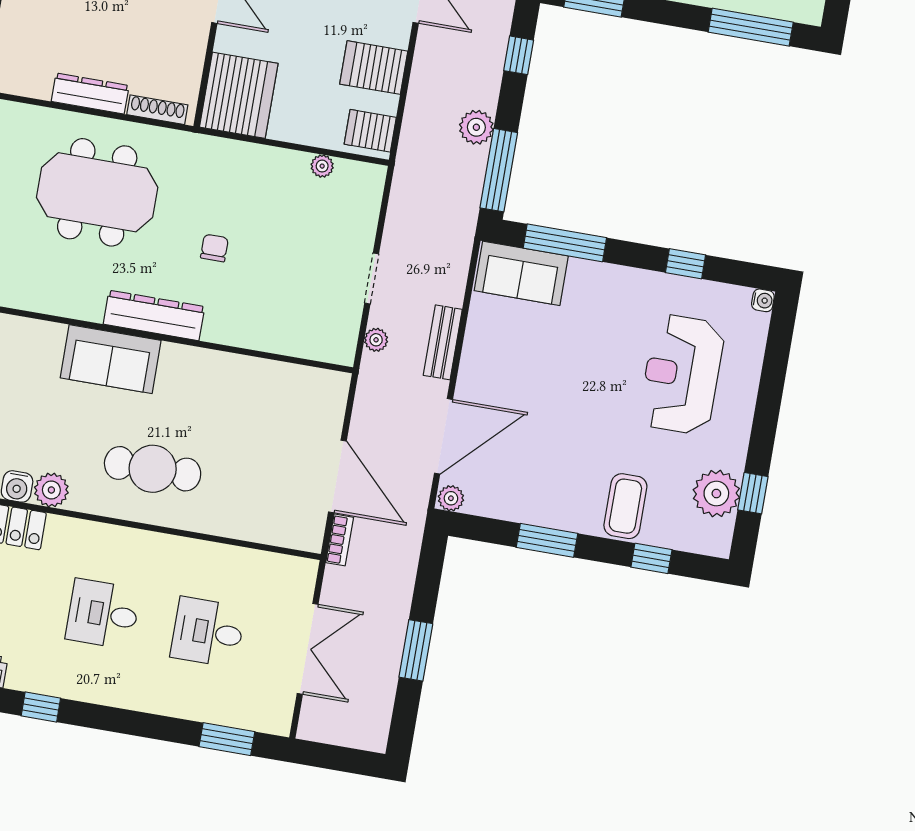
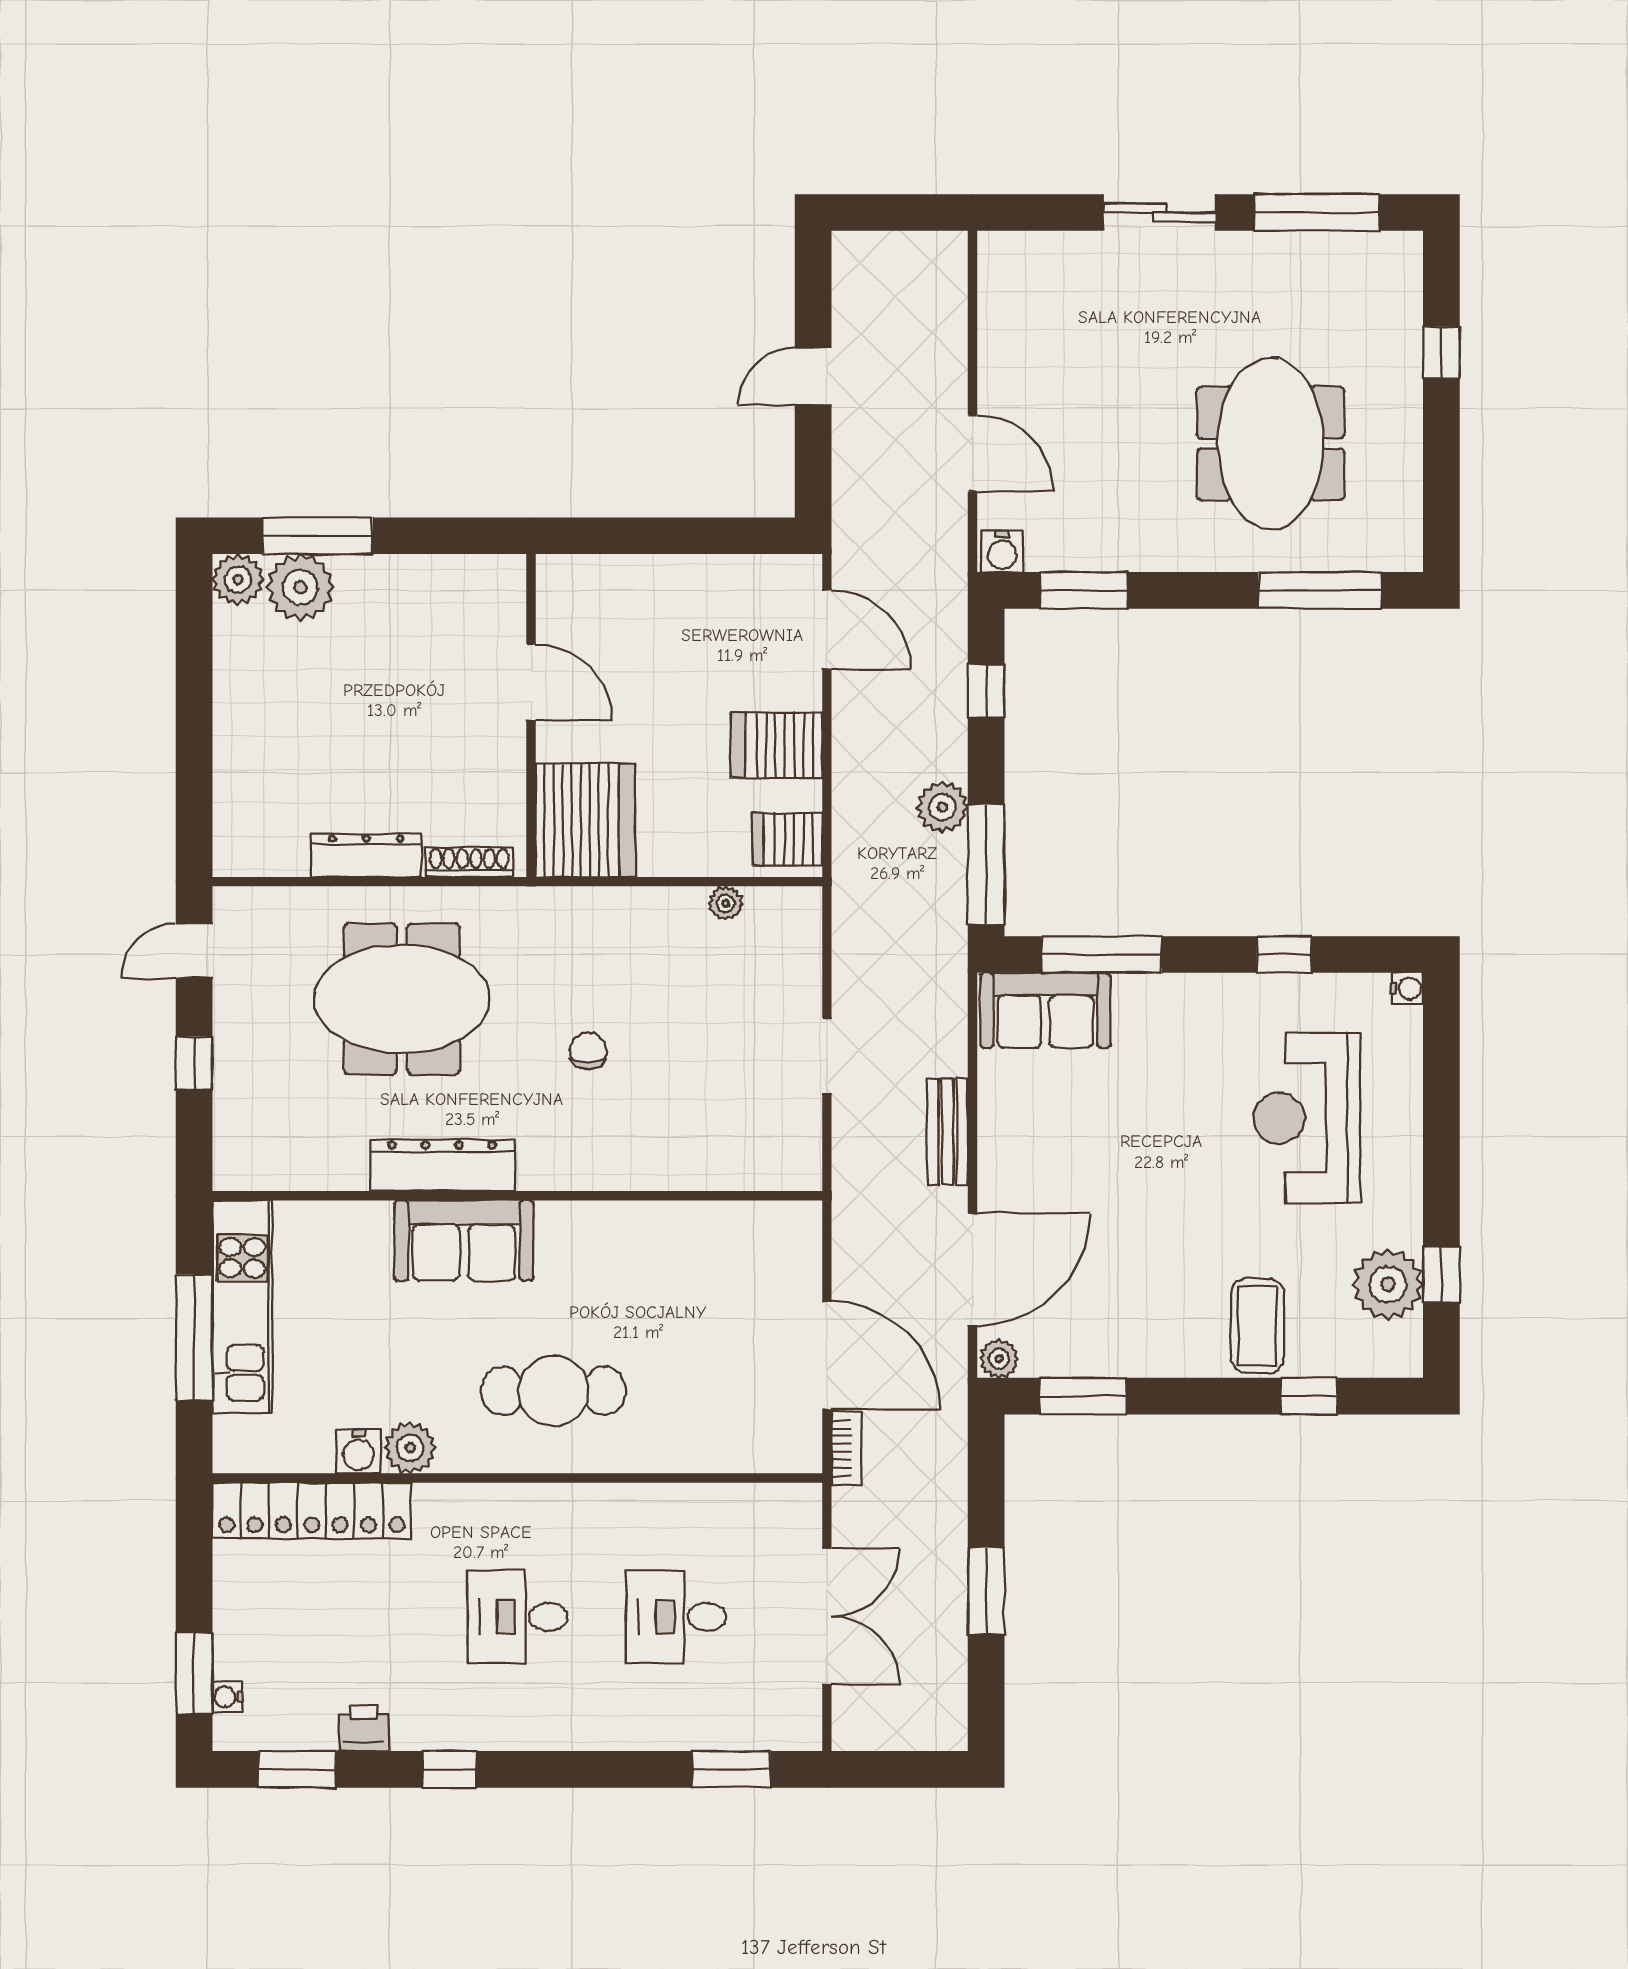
dresser: (154, 315) -> (442, 1165), moved
plant: (376, 340) -> (849, 1145), removed
window: (547, 540) -> (1083, 1396), moved

